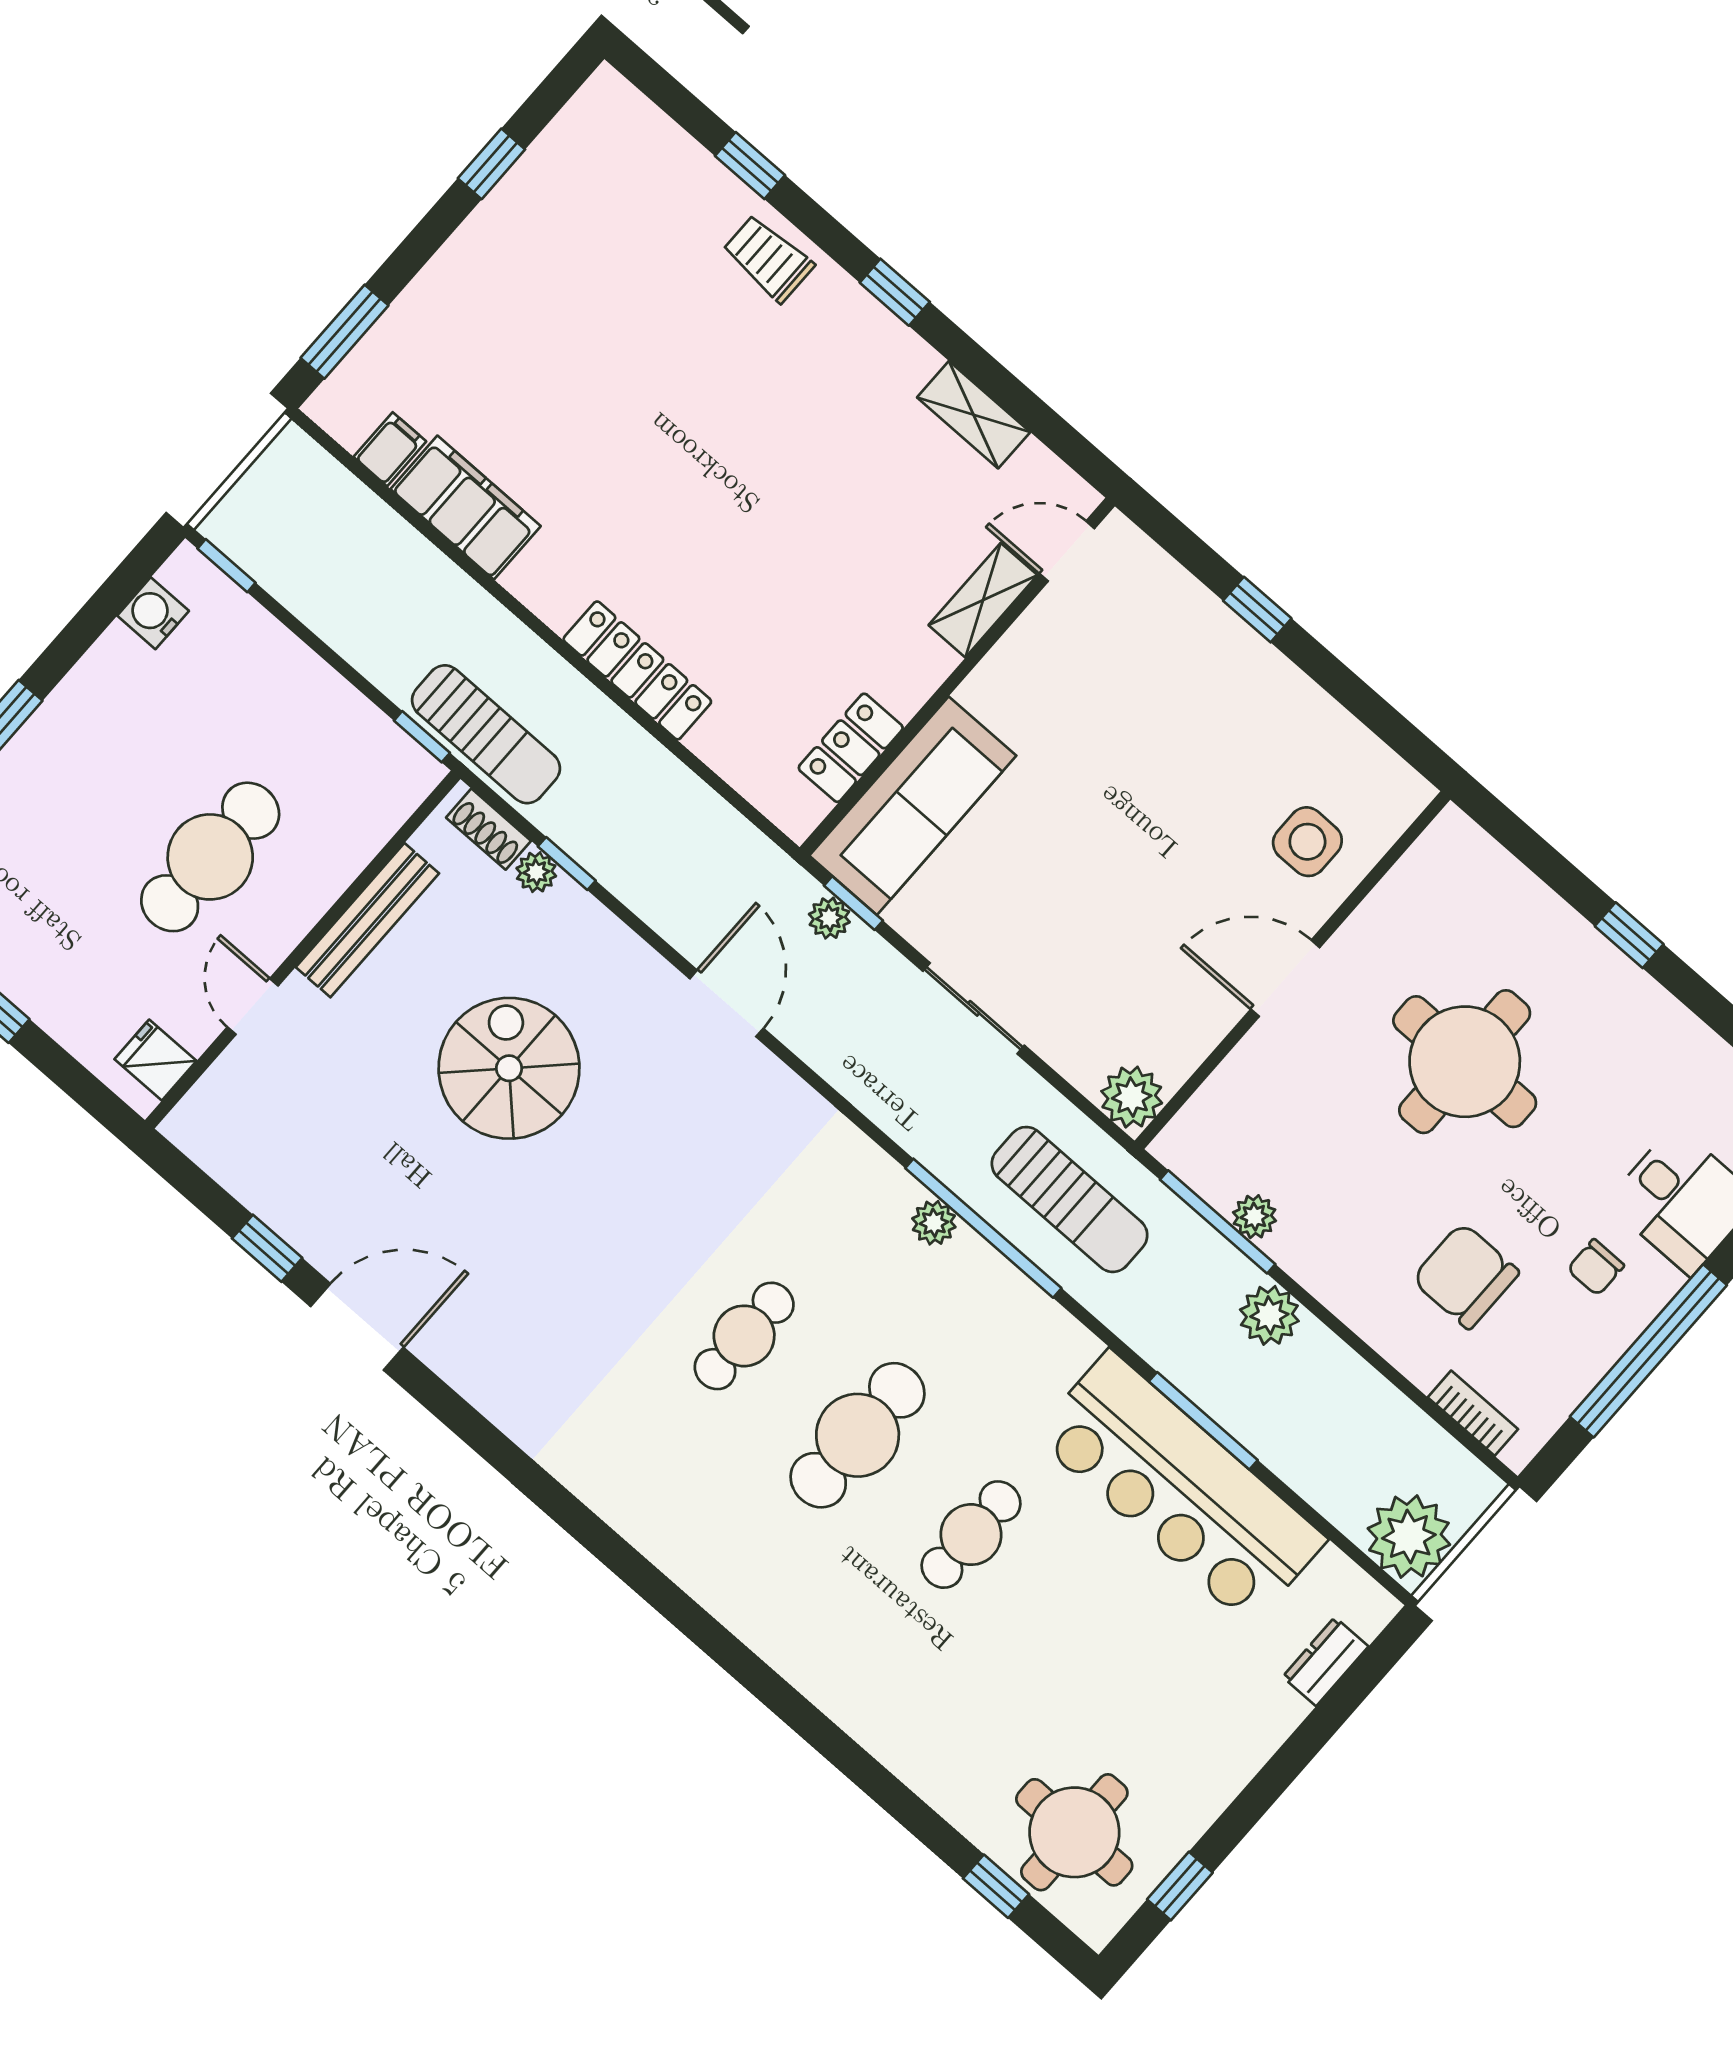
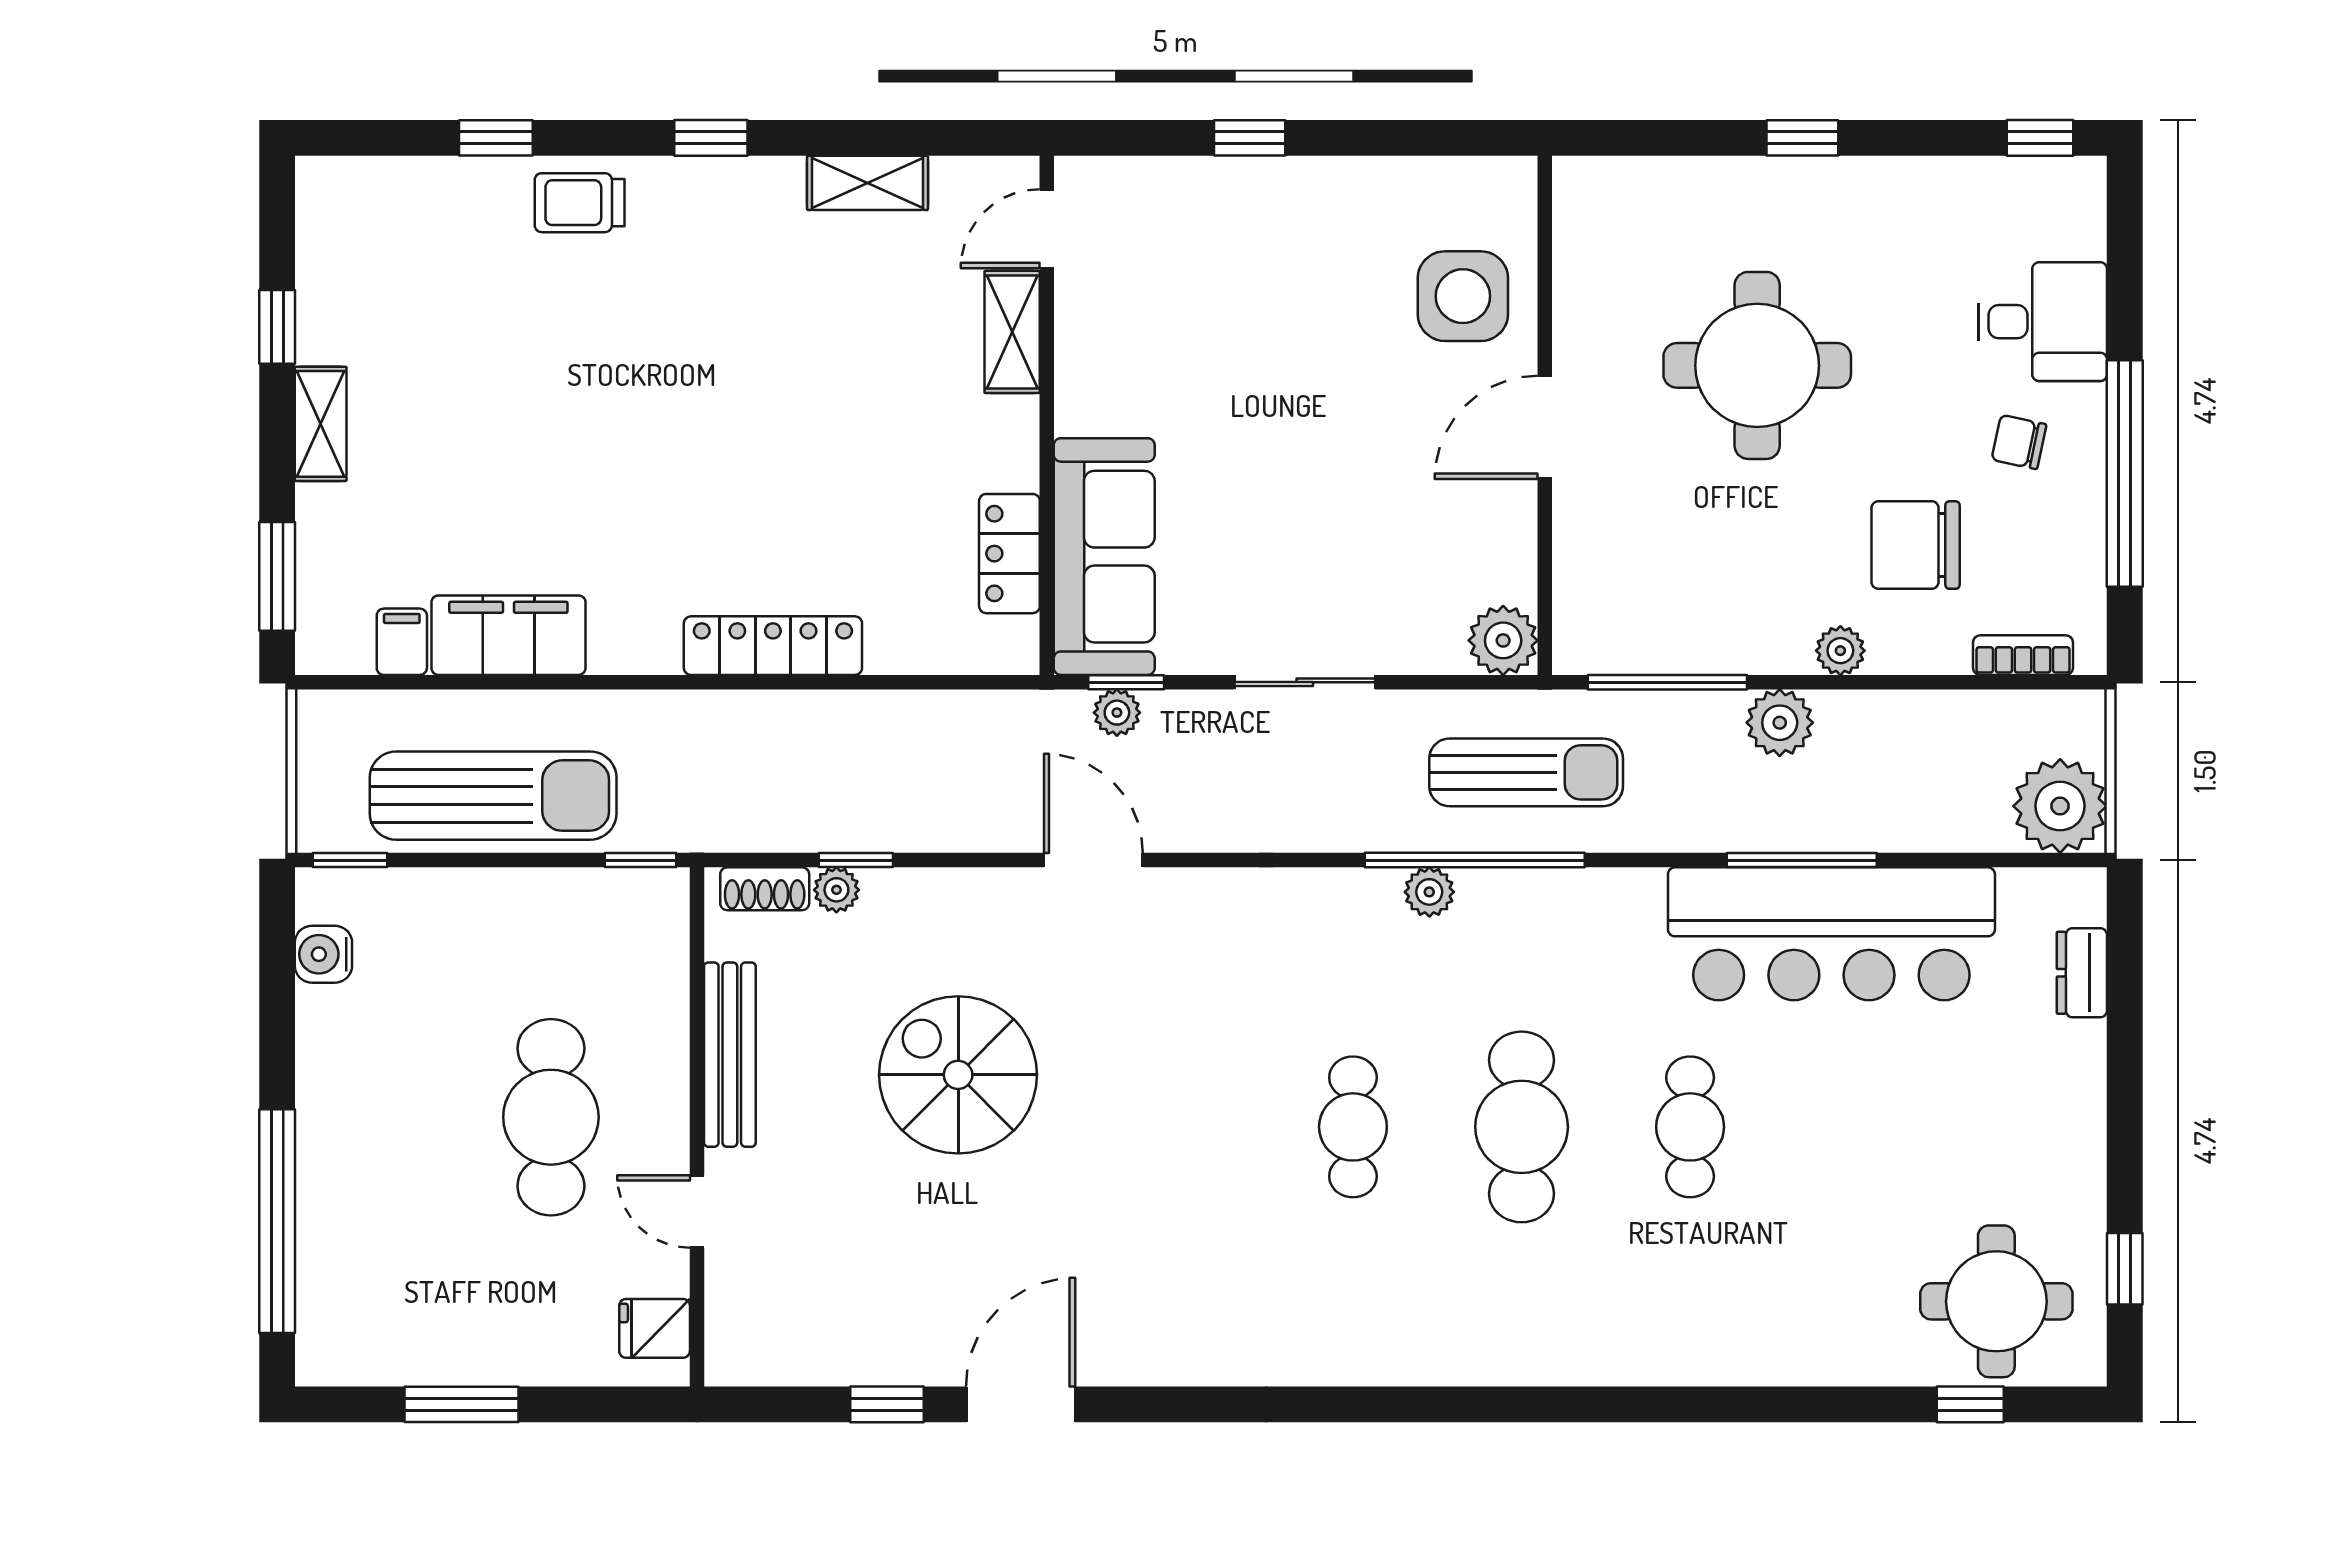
shelving: (464, 255) -> (321, 424), added
sun lounger: (486, 734) -> (493, 796), moved, width x1.36, depth x1.34
side table: (1307, 842) -> (1463, 296), width x1.37, depth x1.37
plant: (1254, 1217) -> (1840, 651), moved
chair: (1596, 1267) -> (2019, 442), turned 102

